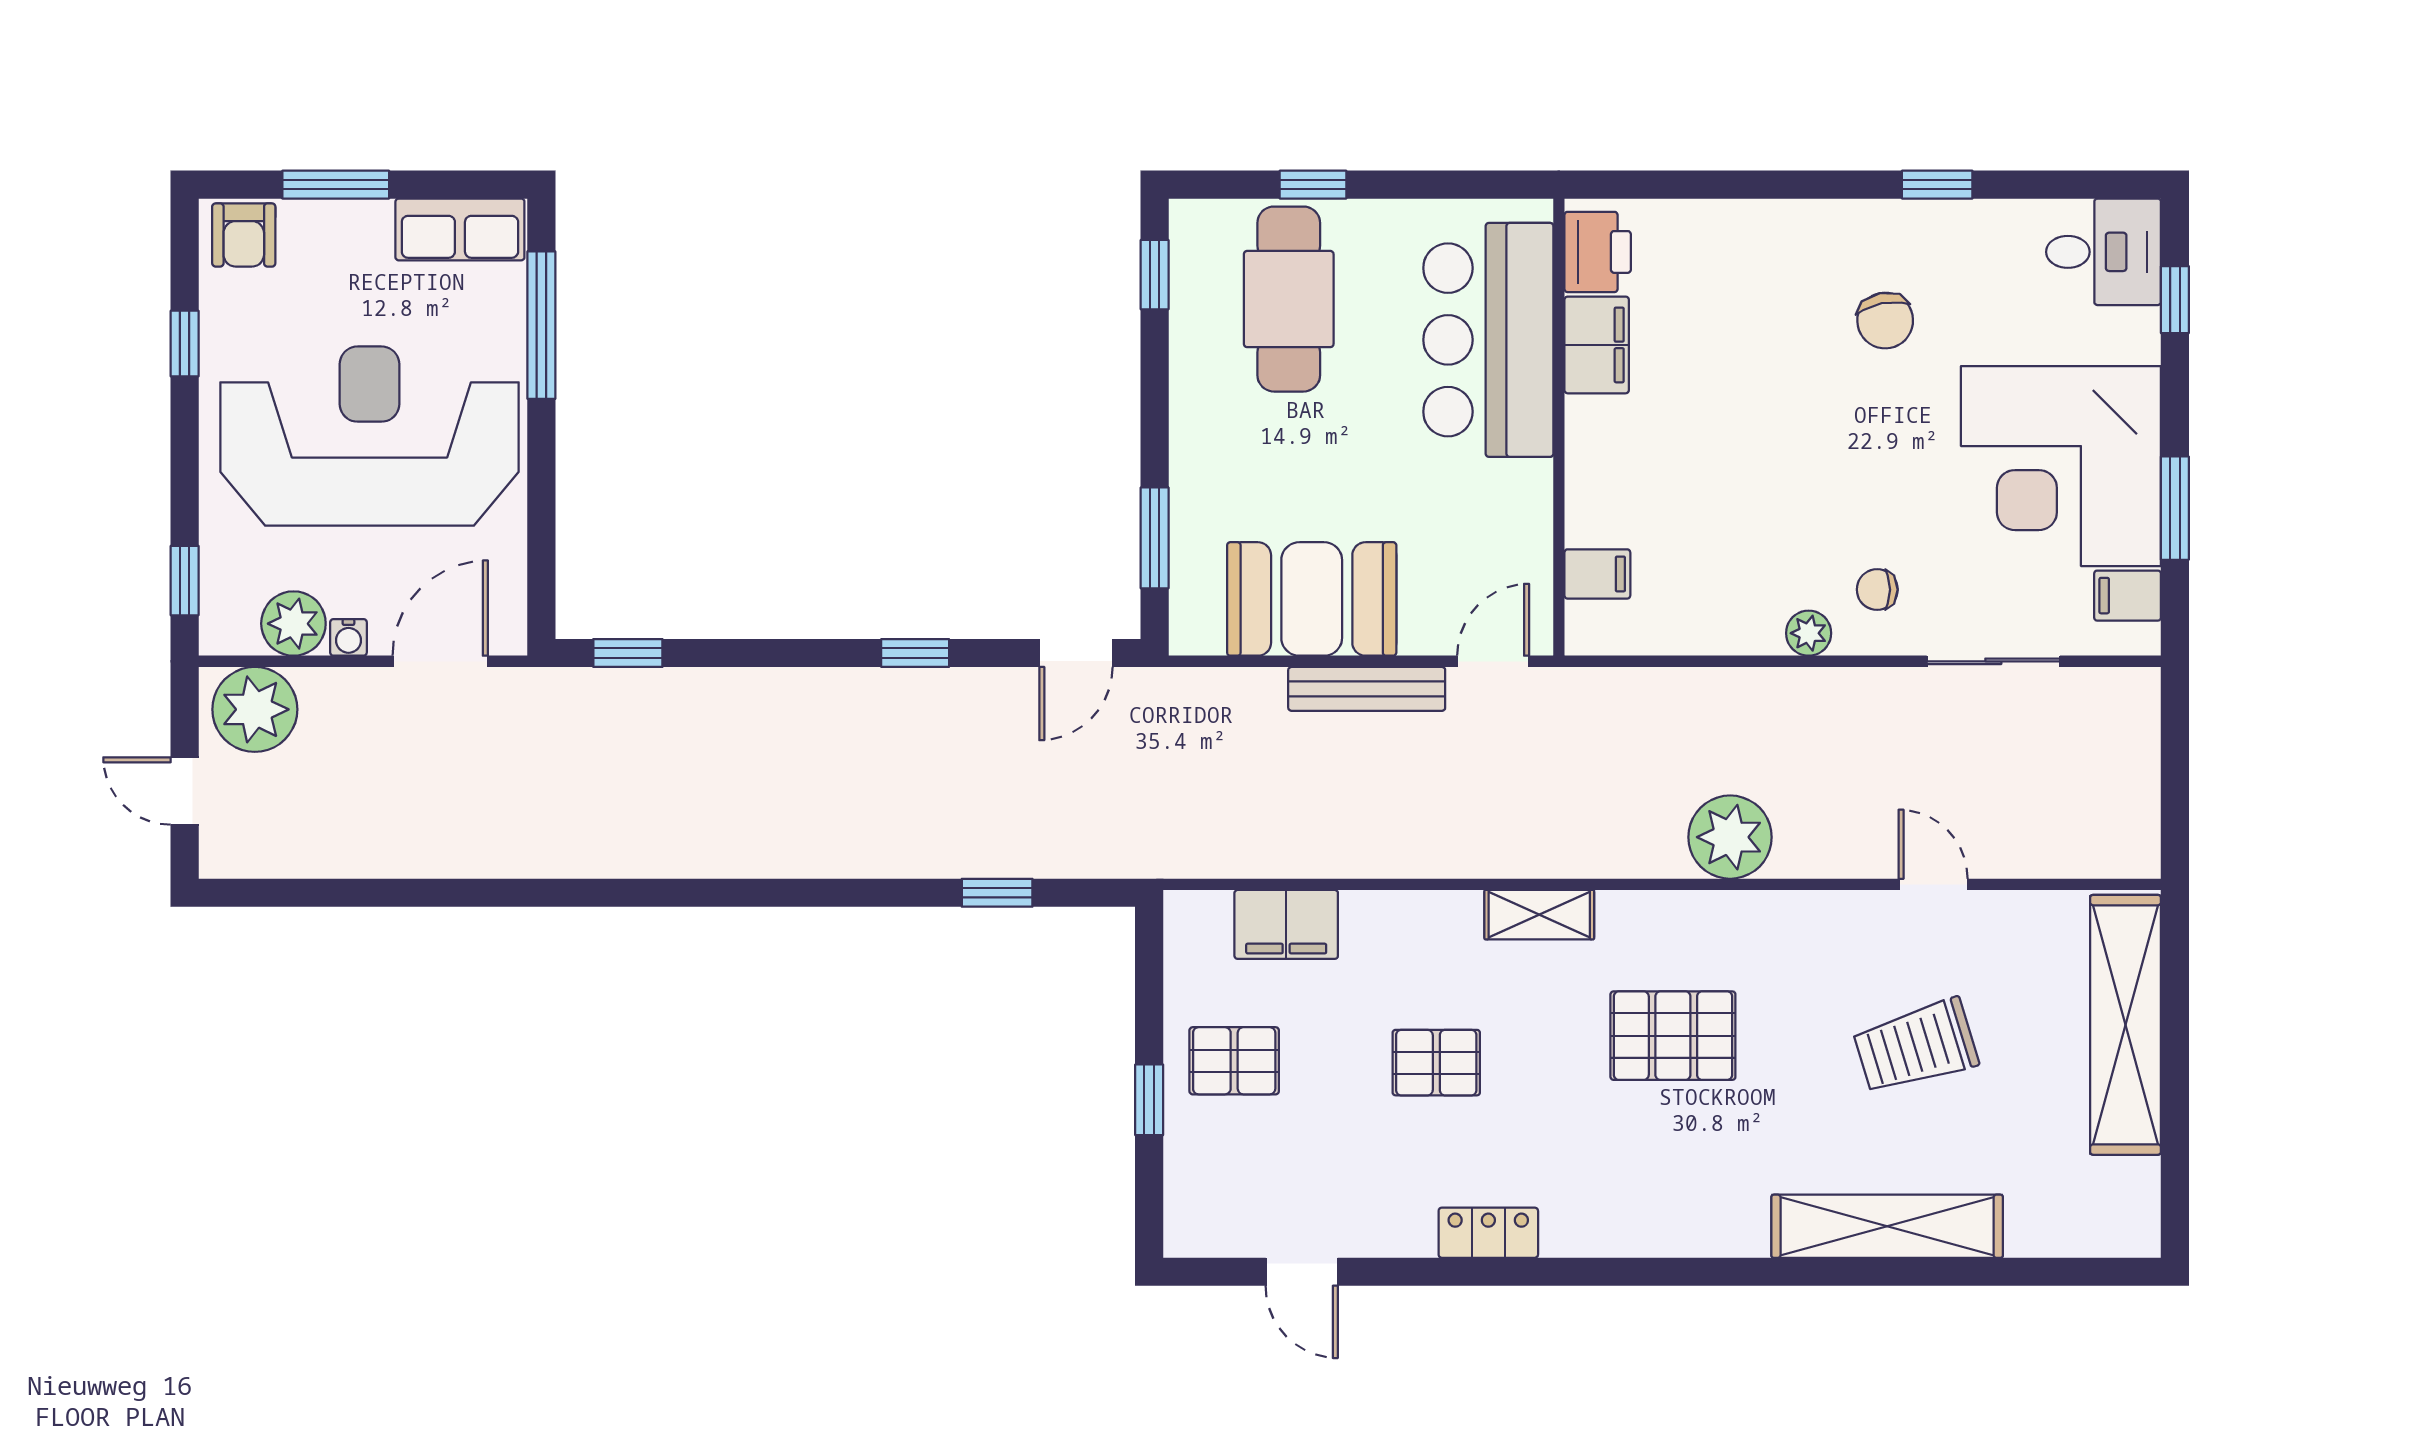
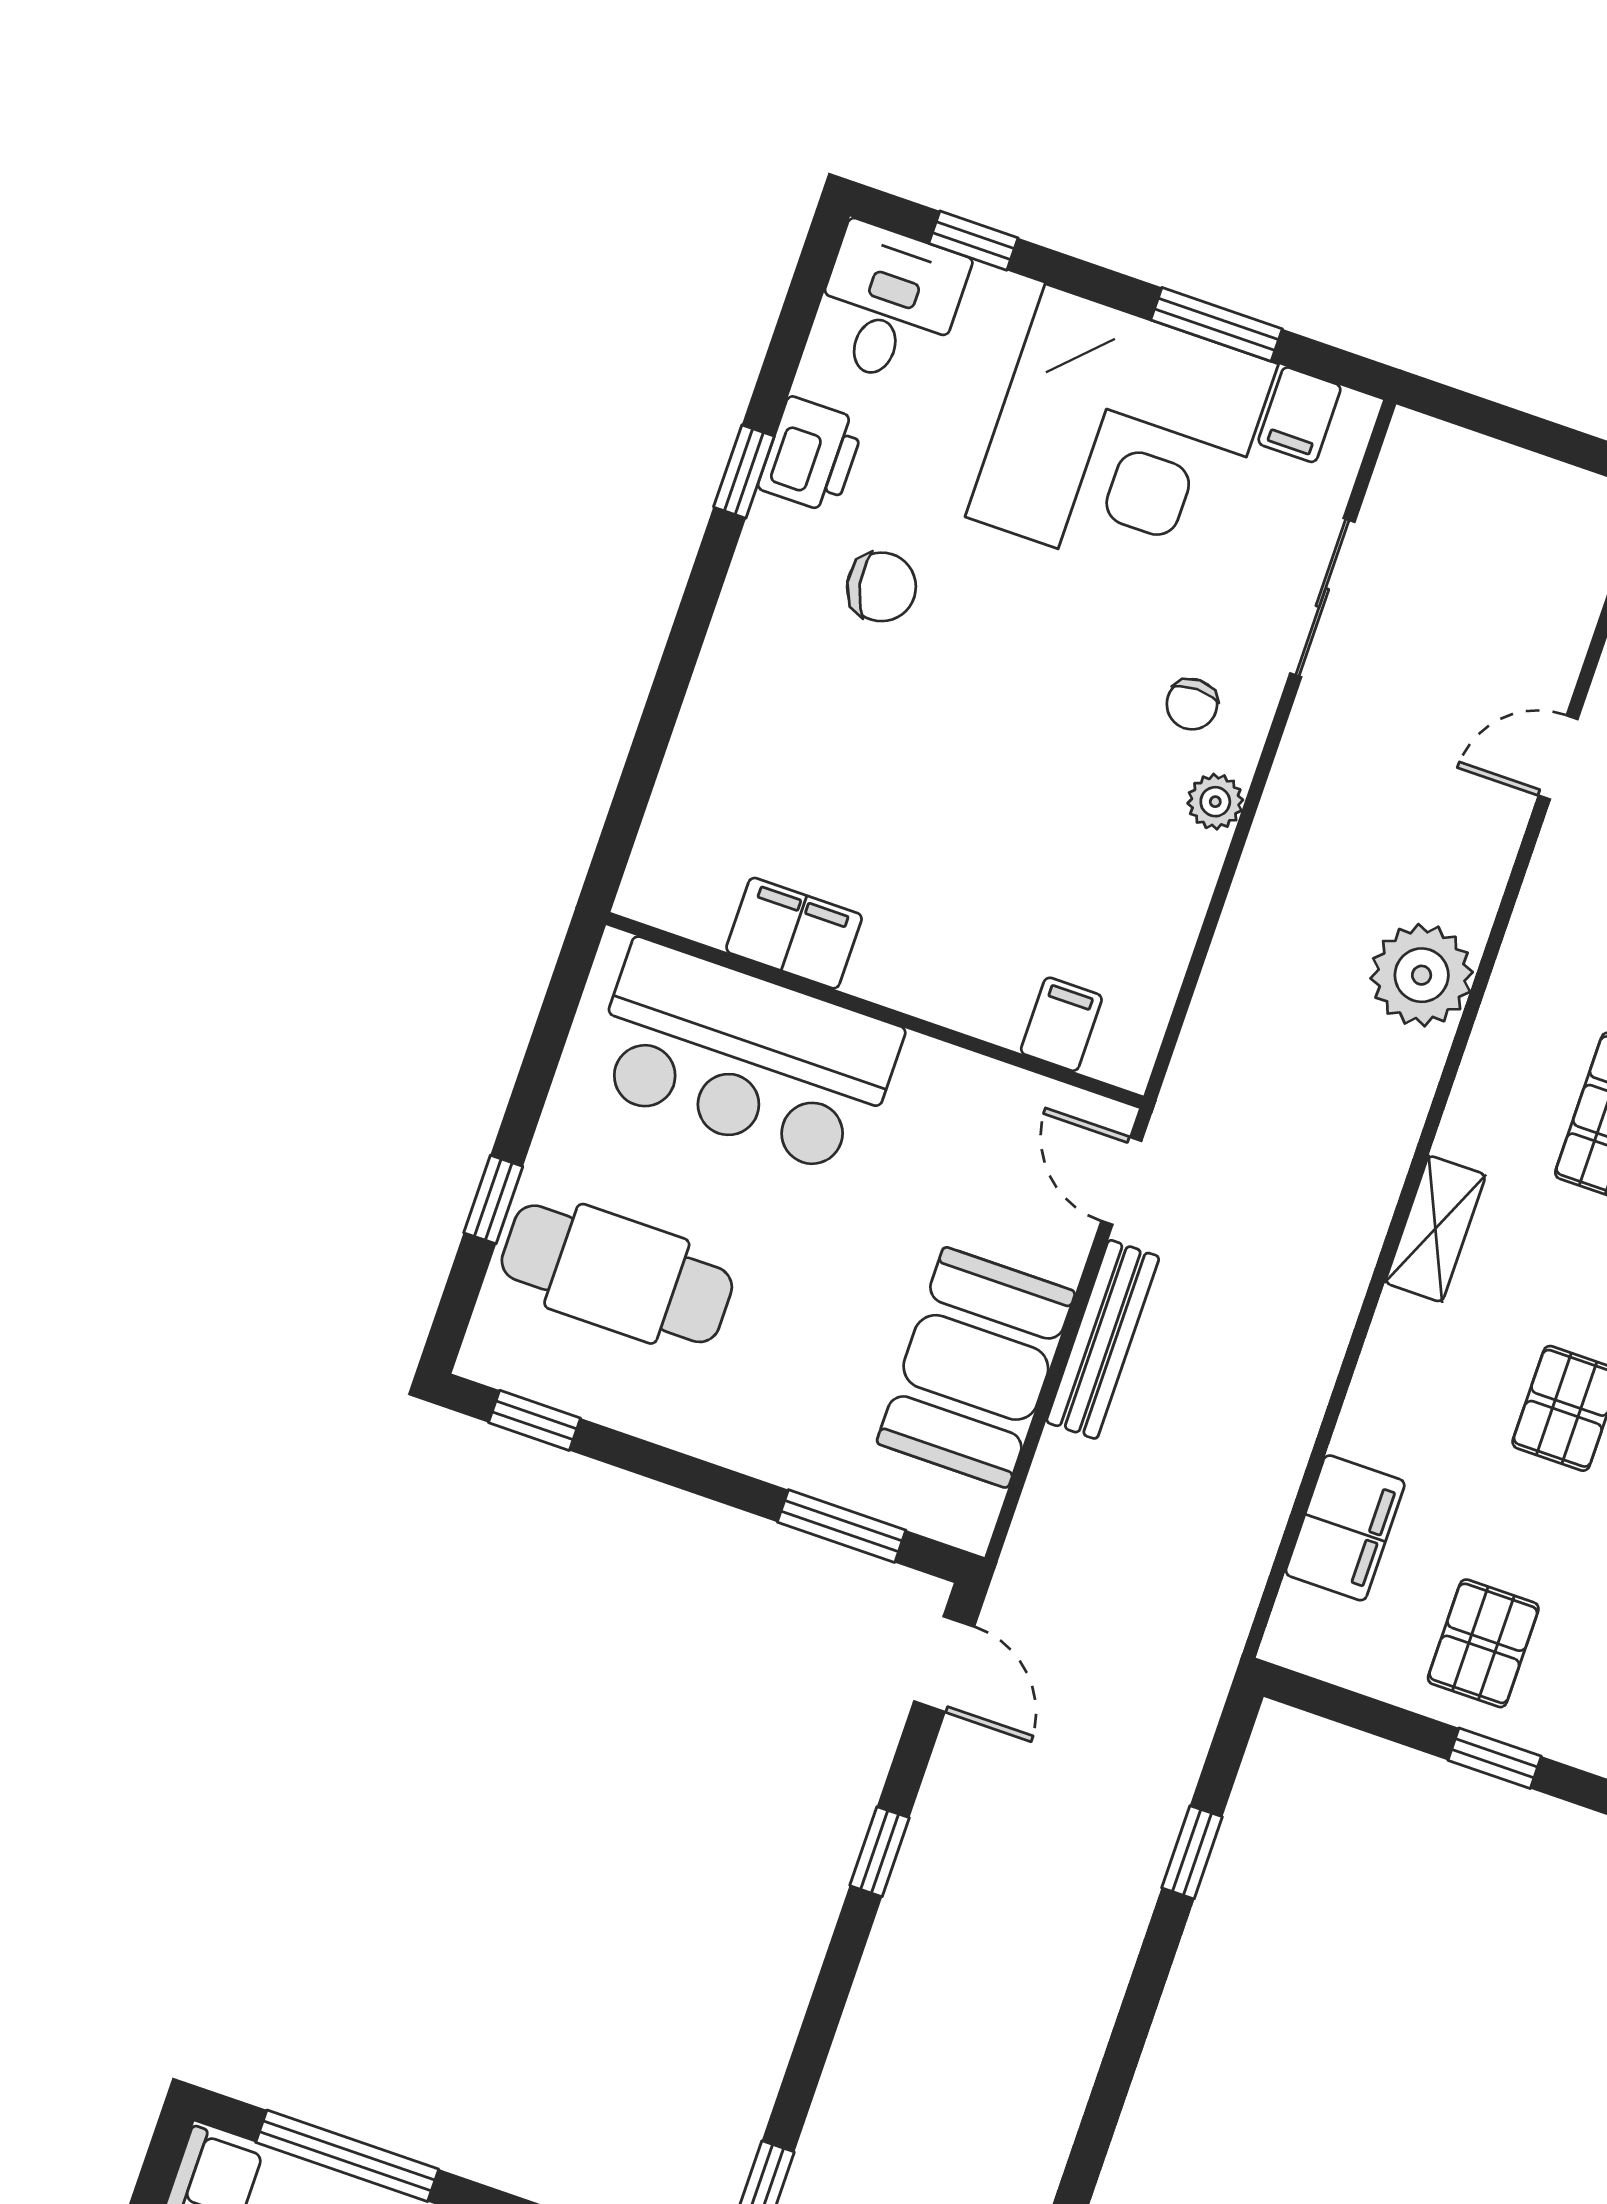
printer: (1598, 252) -> (811, 455), moved, turned 90

